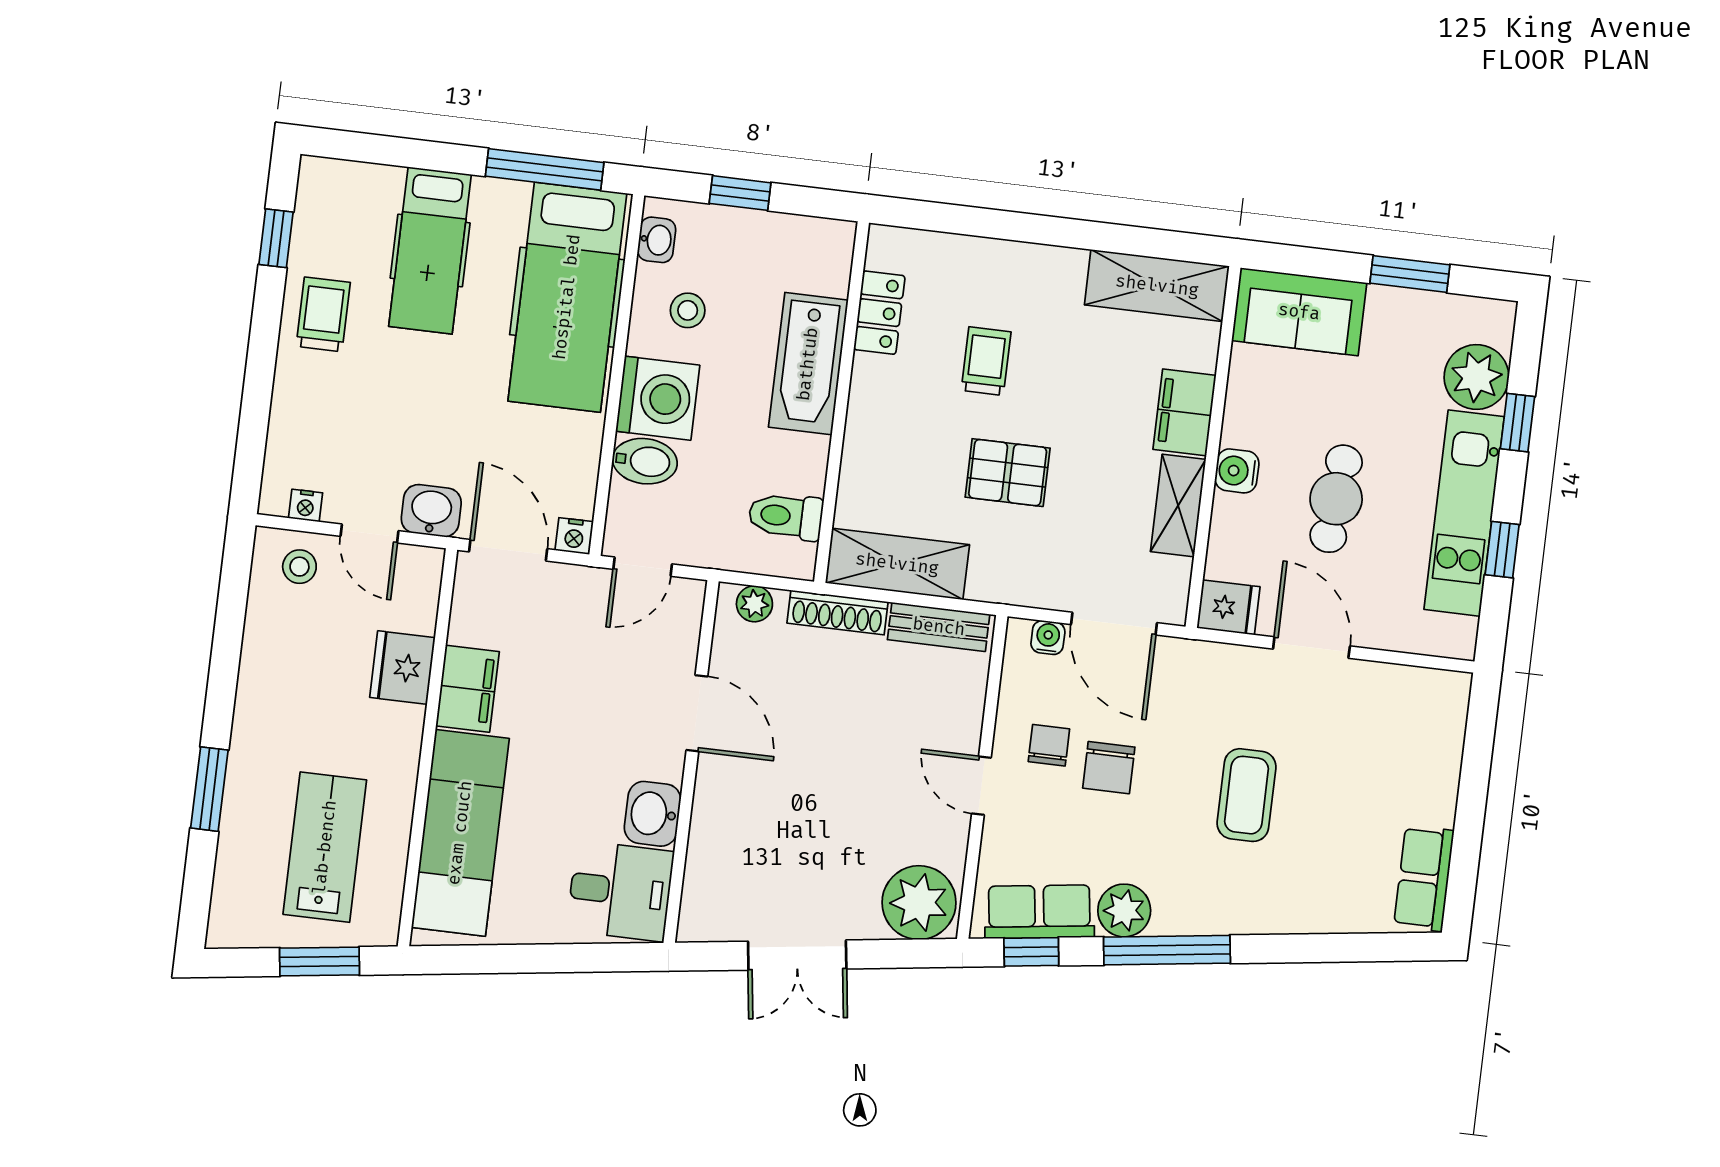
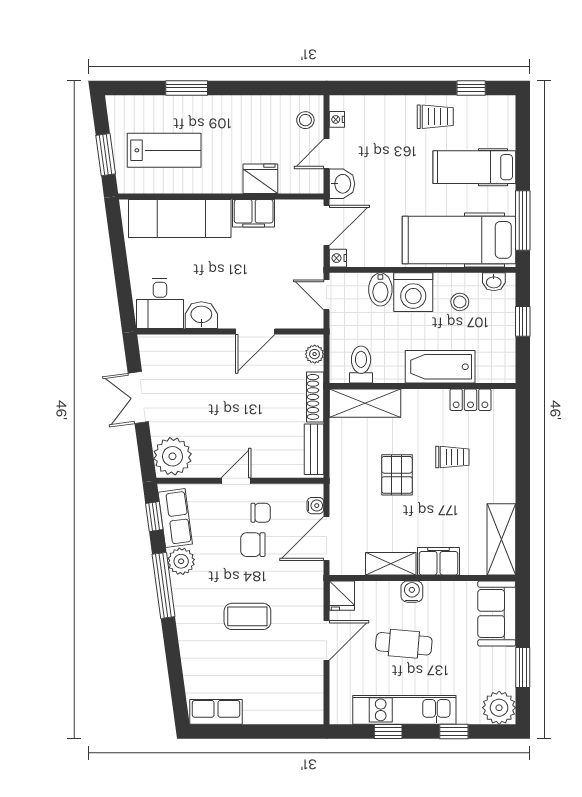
plant: (1476, 377) -> (499, 708), moved
shelving: (897, 564) -> (365, 403), moved, turned 90

